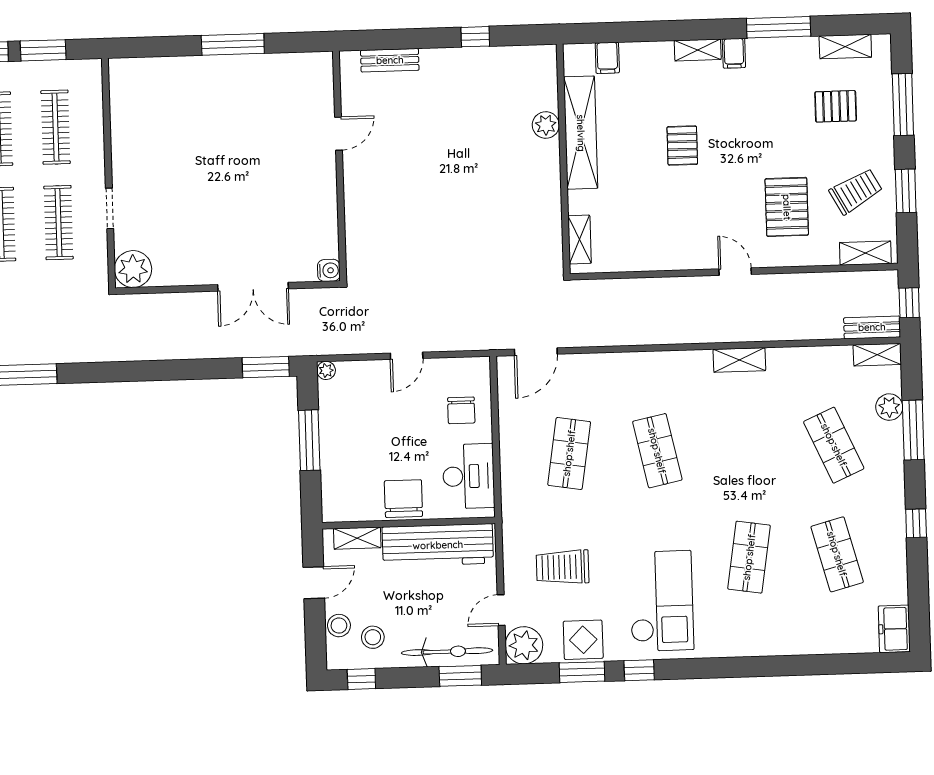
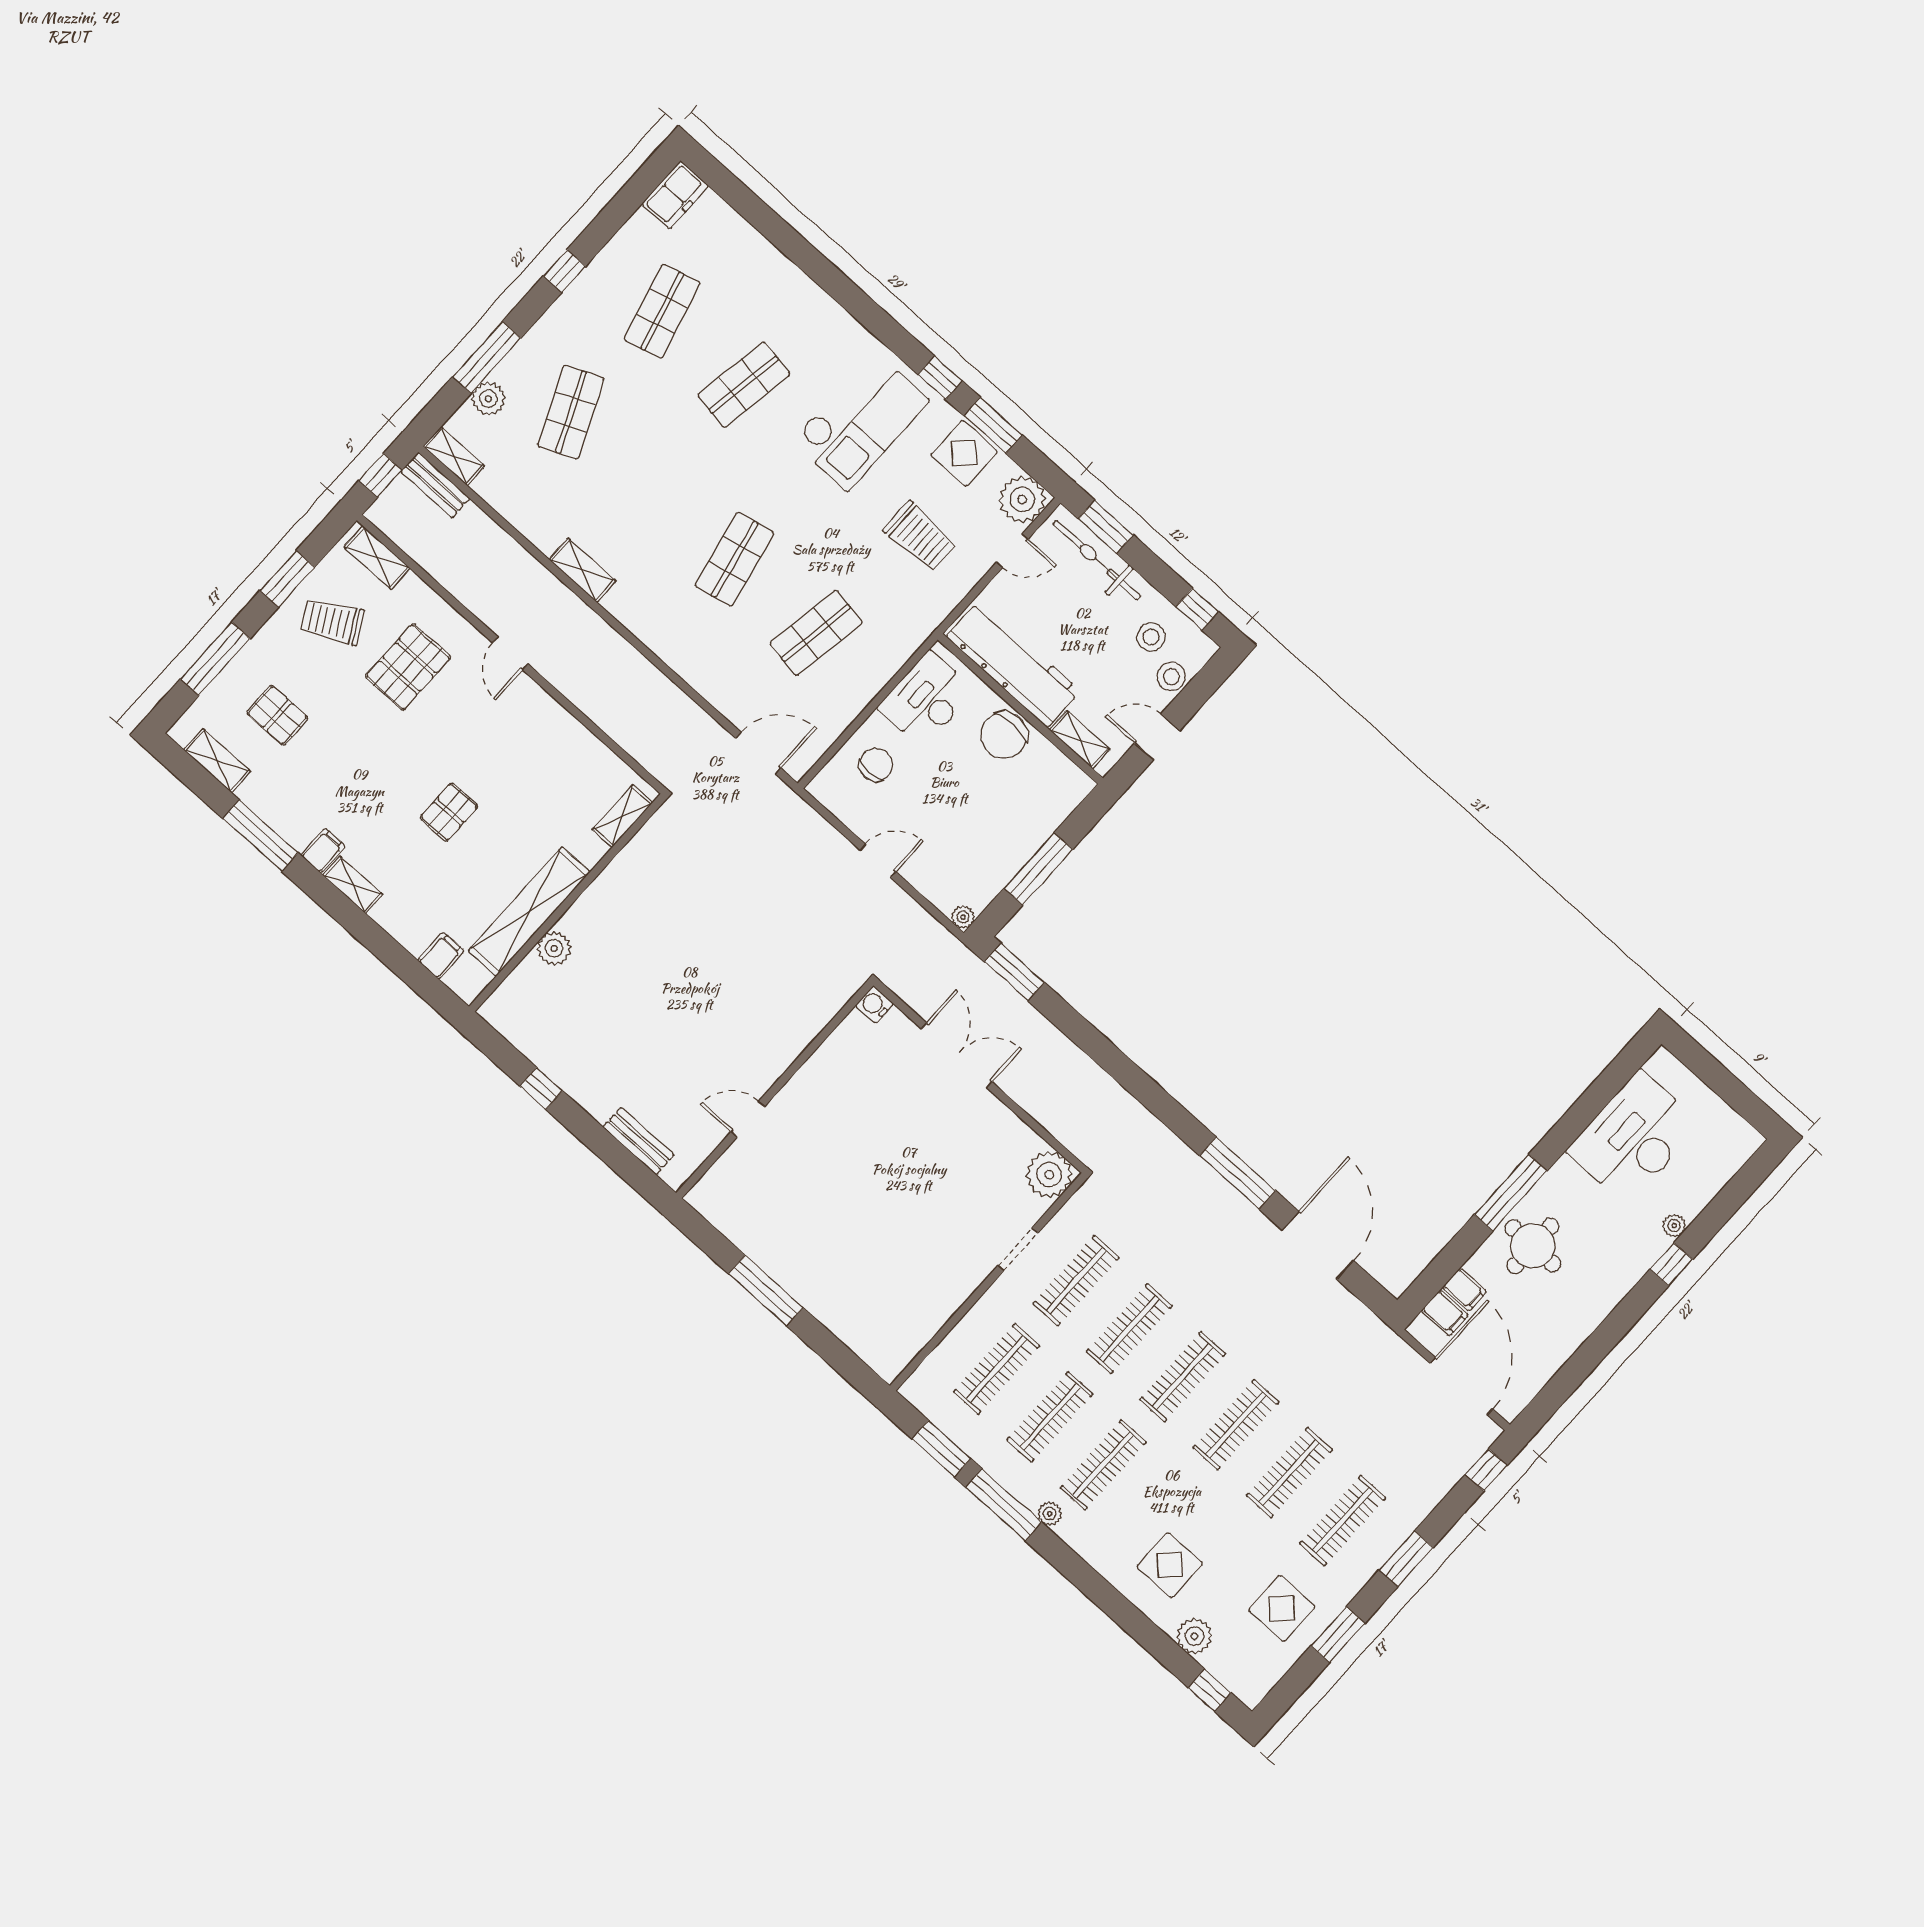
checkout: (661, 601) -> (860, 421), turned 180

